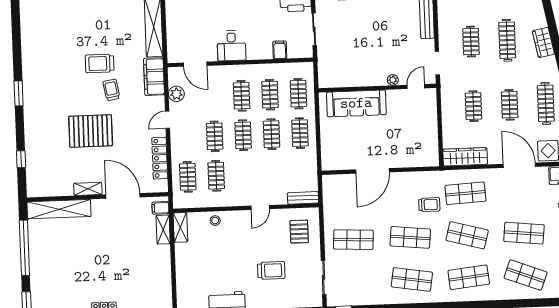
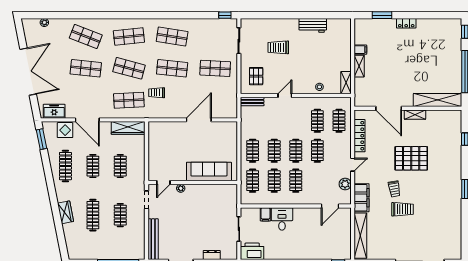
desk: (231, 46) -> (282, 219), moved
door: (195, 64) -> (330, 206), swing flipped
filing cabinet: (161, 208) -> (360, 50), moved
shelving: (163, 230) -> (359, 66), moved

